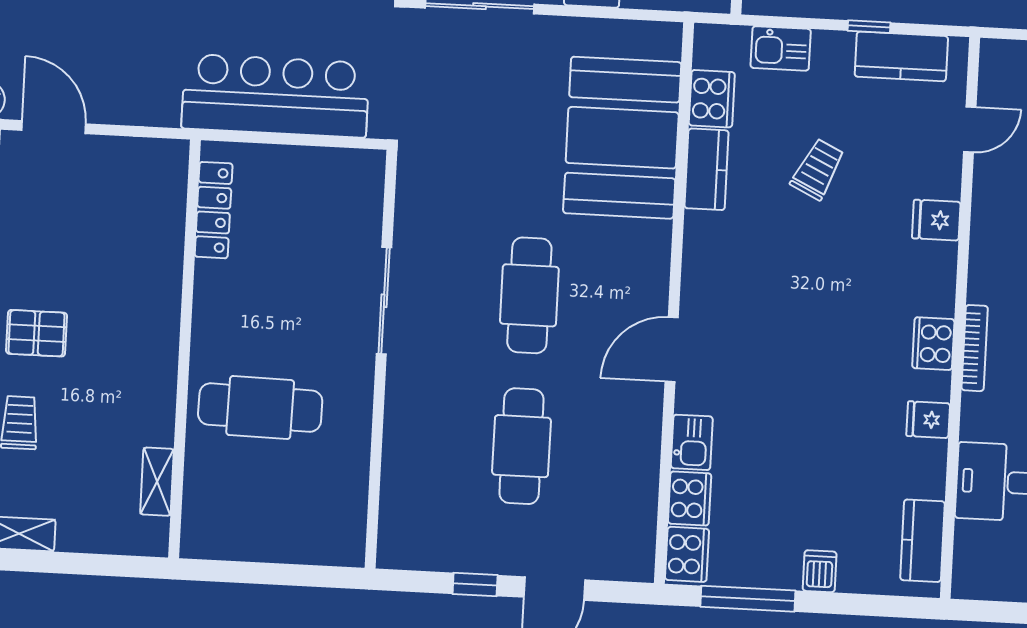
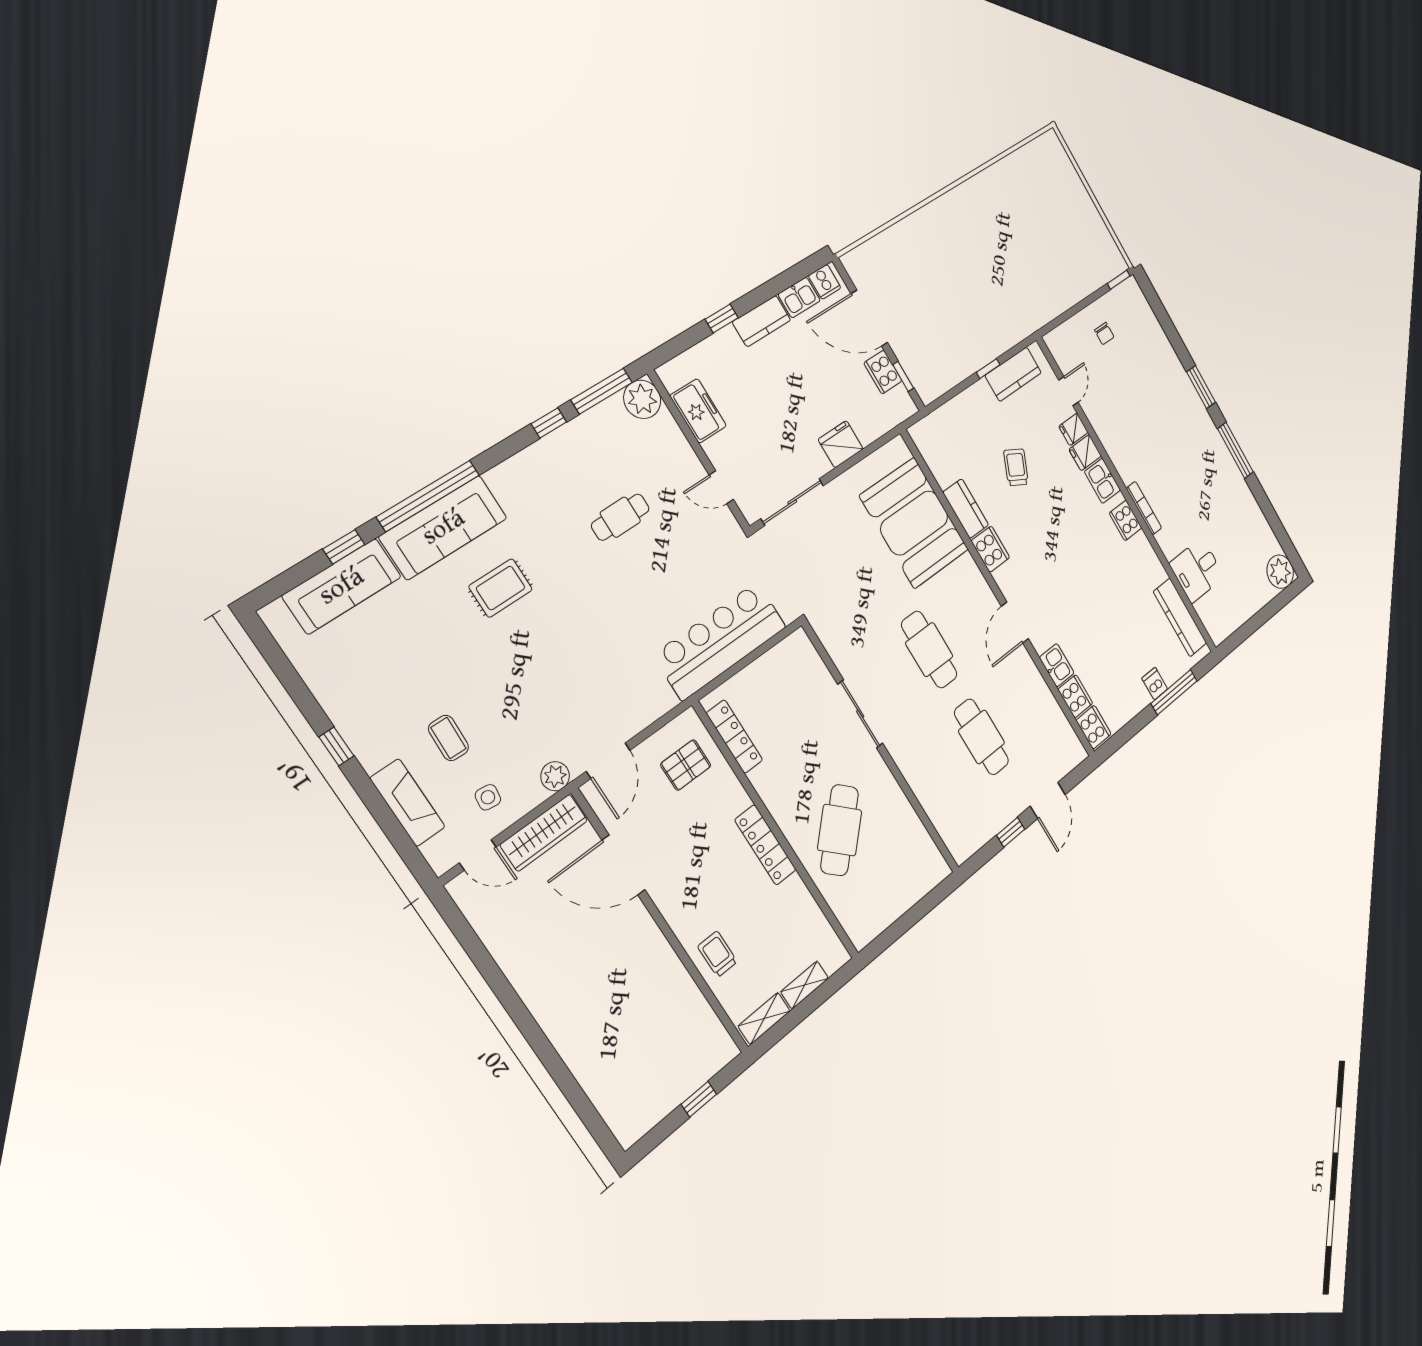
kitchen sink: (781, 48) -> (1102, 481), moved, turned 90
cooker: (712, 99) -> (990, 549), moved
door: (54, 127) -> (608, 761), swing flipped
pallet: (37, 333) -> (686, 765), moved
locker: (161, 353) -> (765, 845), added
cafe table: (260, 408) -> (840, 830), turned -47
fridge: (928, 420) -> (1073, 429), moved
shelving: (157, 482) -> (805, 985), moved, turned 90
kitchen counter: (923, 541) -> (1180, 618), width x1.50
window: (748, 599) -> (1174, 692), moved

